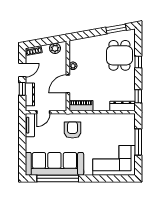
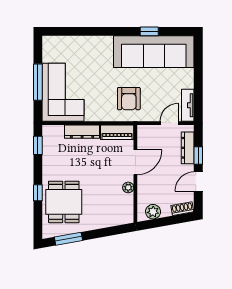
dresser: (122, 106) -> (82, 132), moved
corner sofa: (114, 160) -> (63, 92), moved, turned -90
window: (58, 178) -> (149, 31), width x0.32

